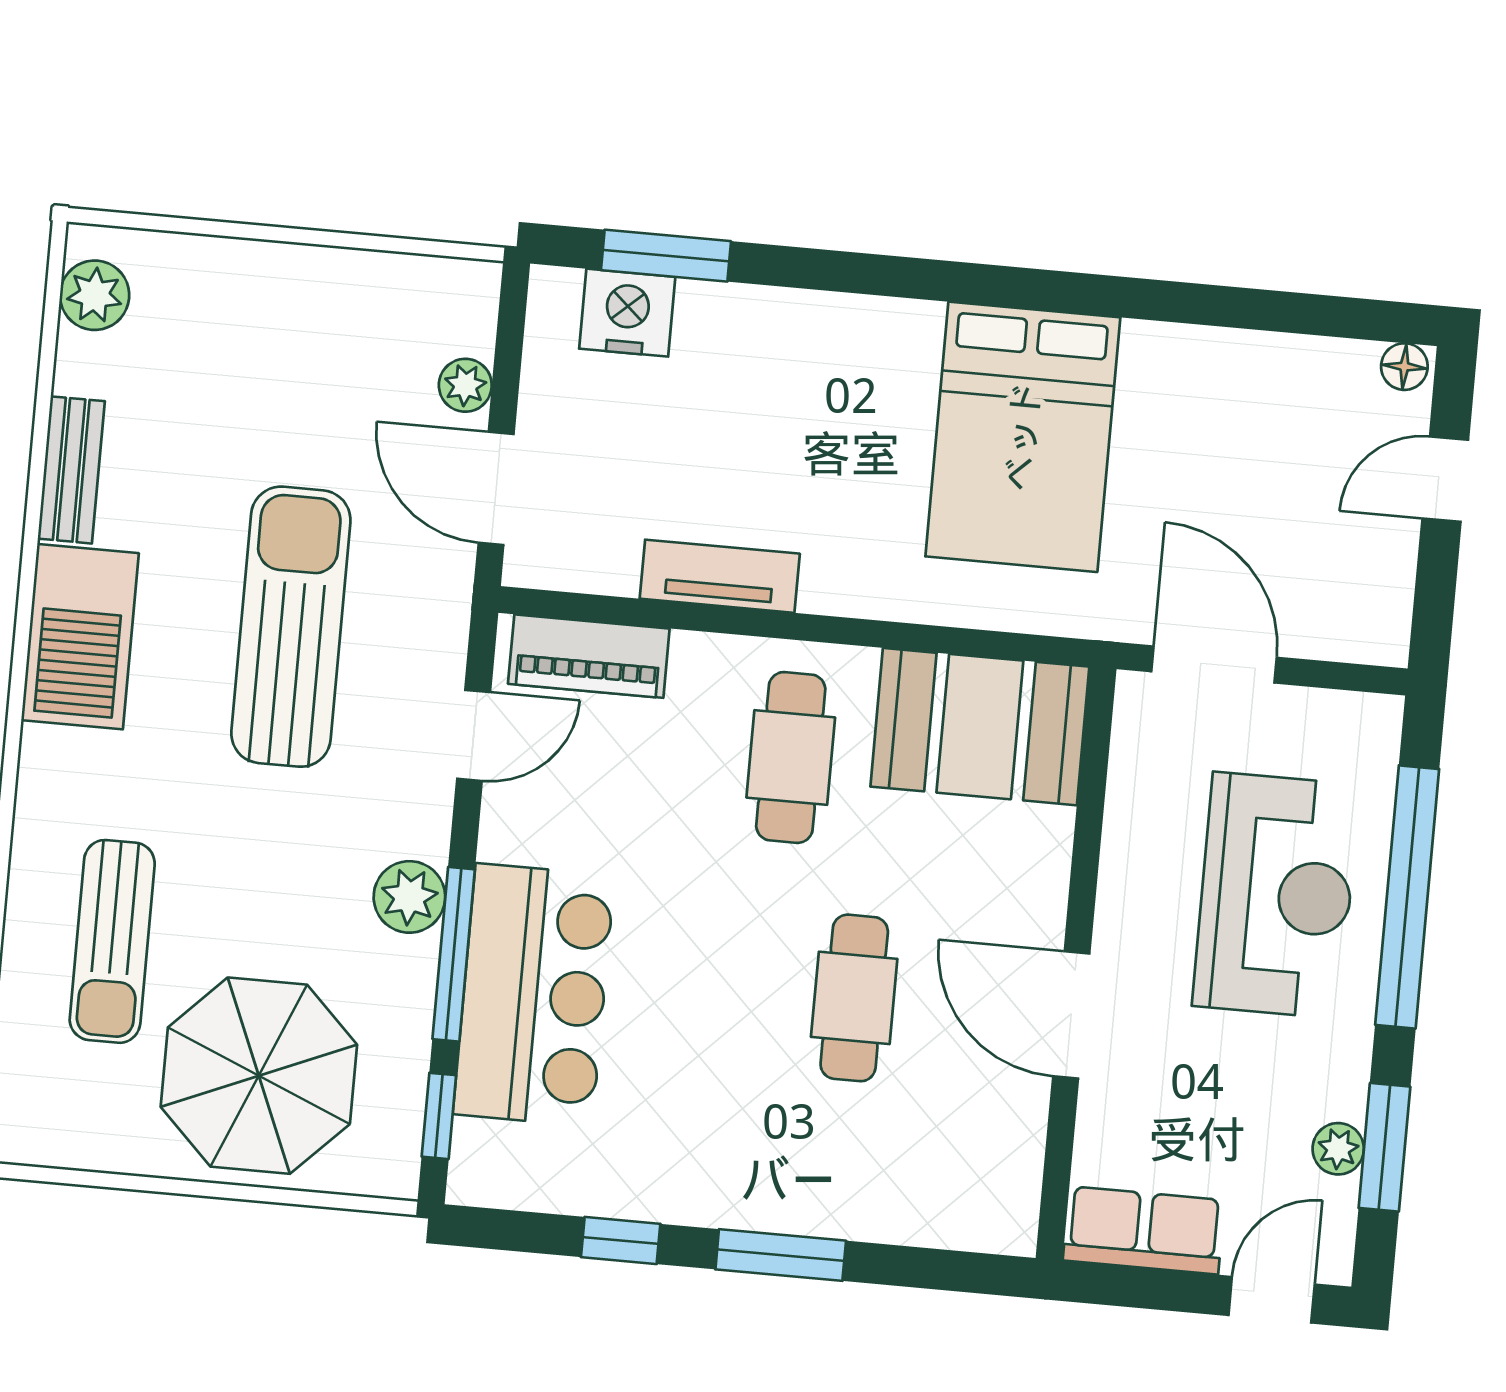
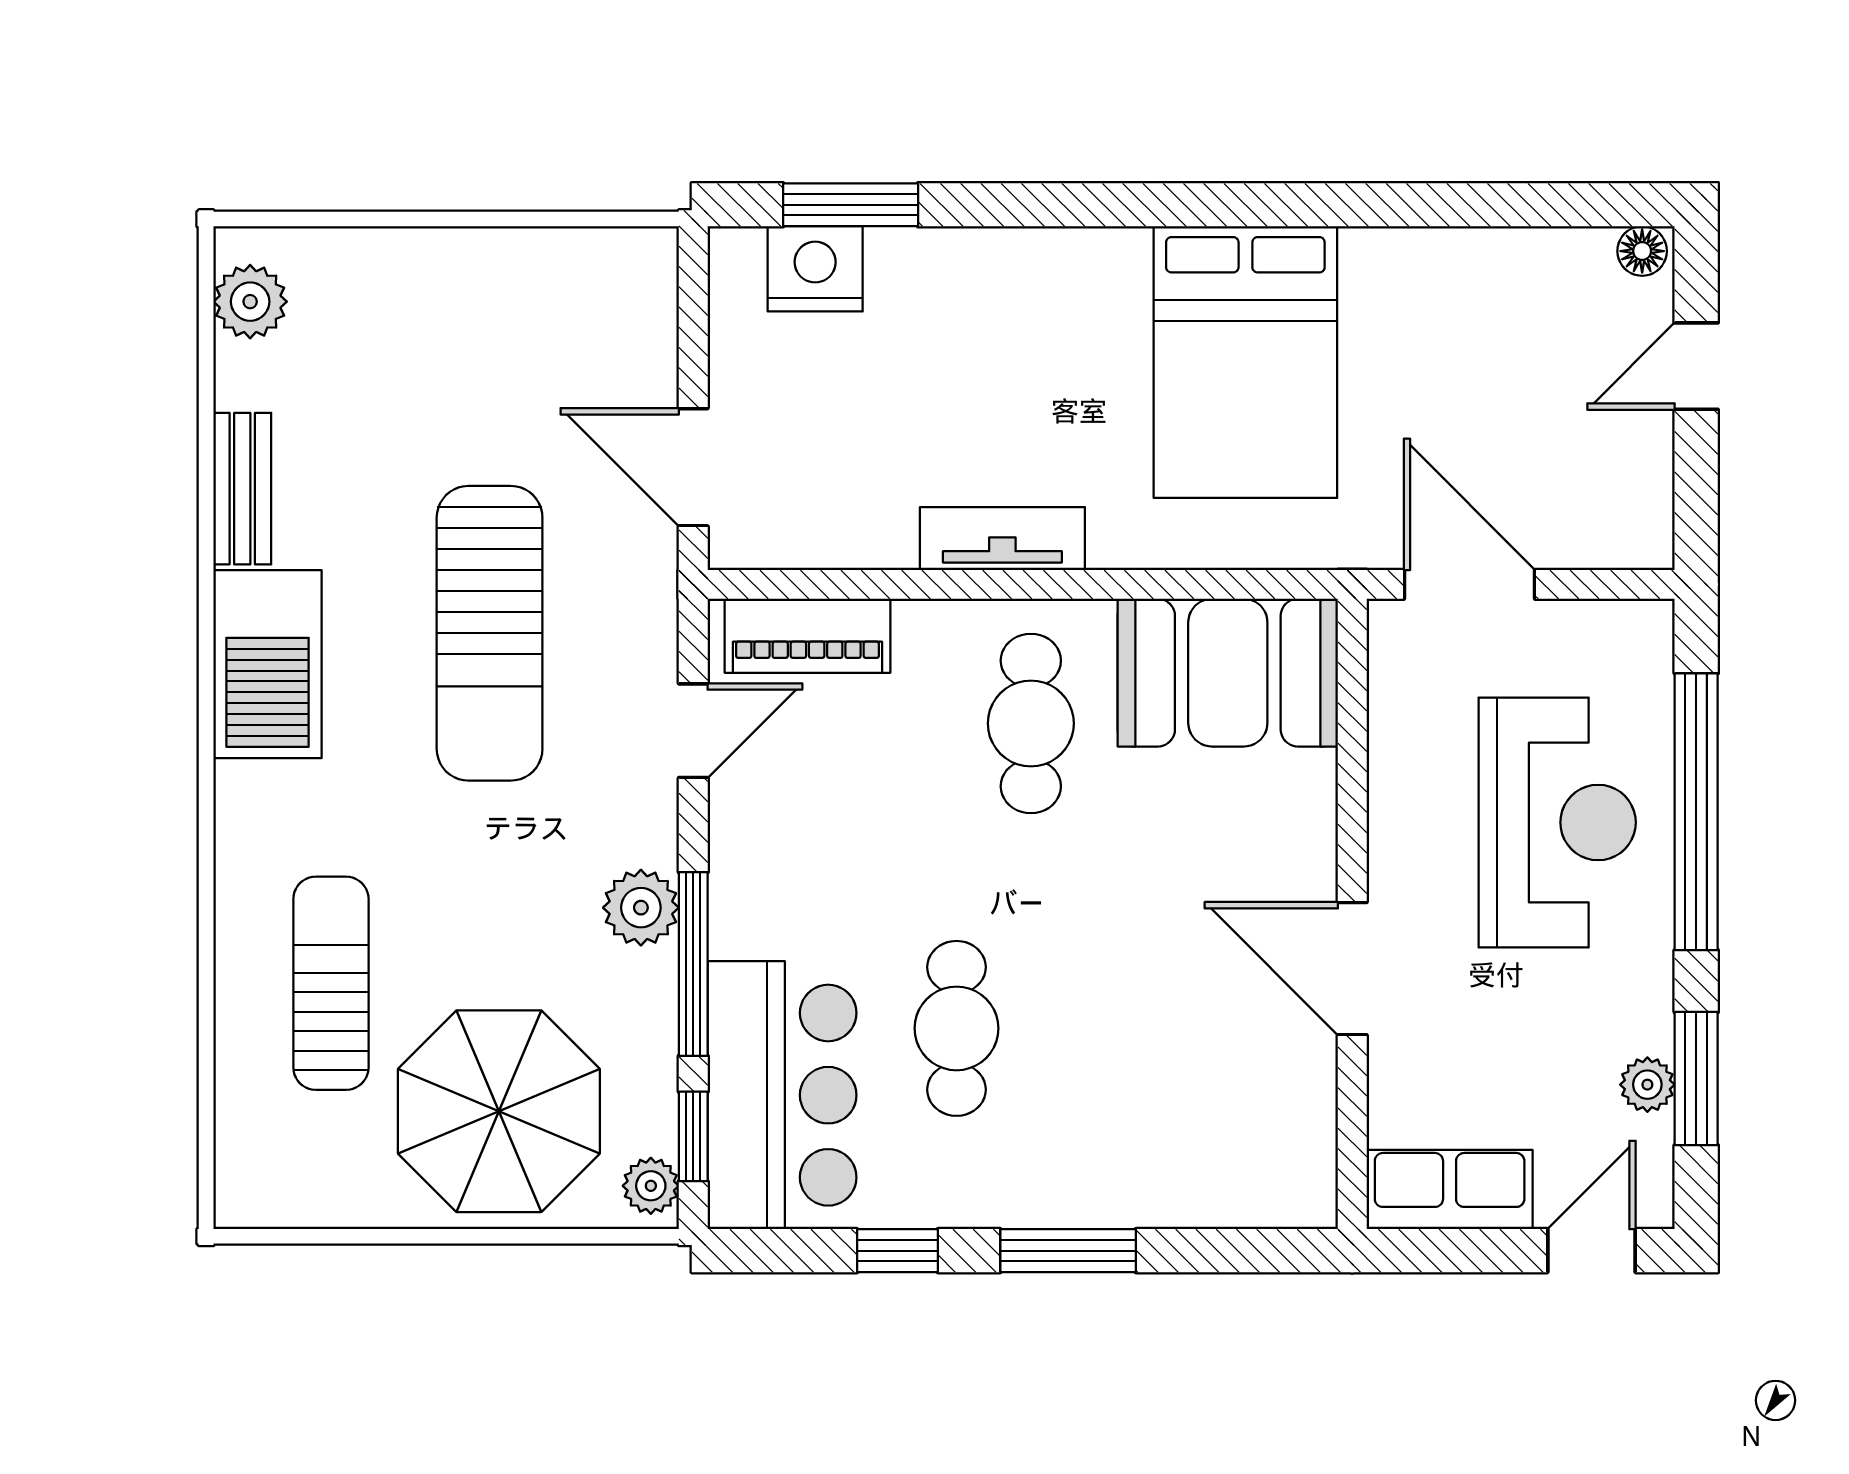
plant: (465, 385) -> (651, 1186), moved
tv unit: (720, 576) -> (1002, 539), moved
sun lounger: (291, 627) -> (490, 633), turned 180
sun lounger: (112, 941) -> (331, 983), turned 180
bar counter: (534, 995) -> (782, 1095), moved
cafe table: (854, 998) -> (957, 1028), moved

